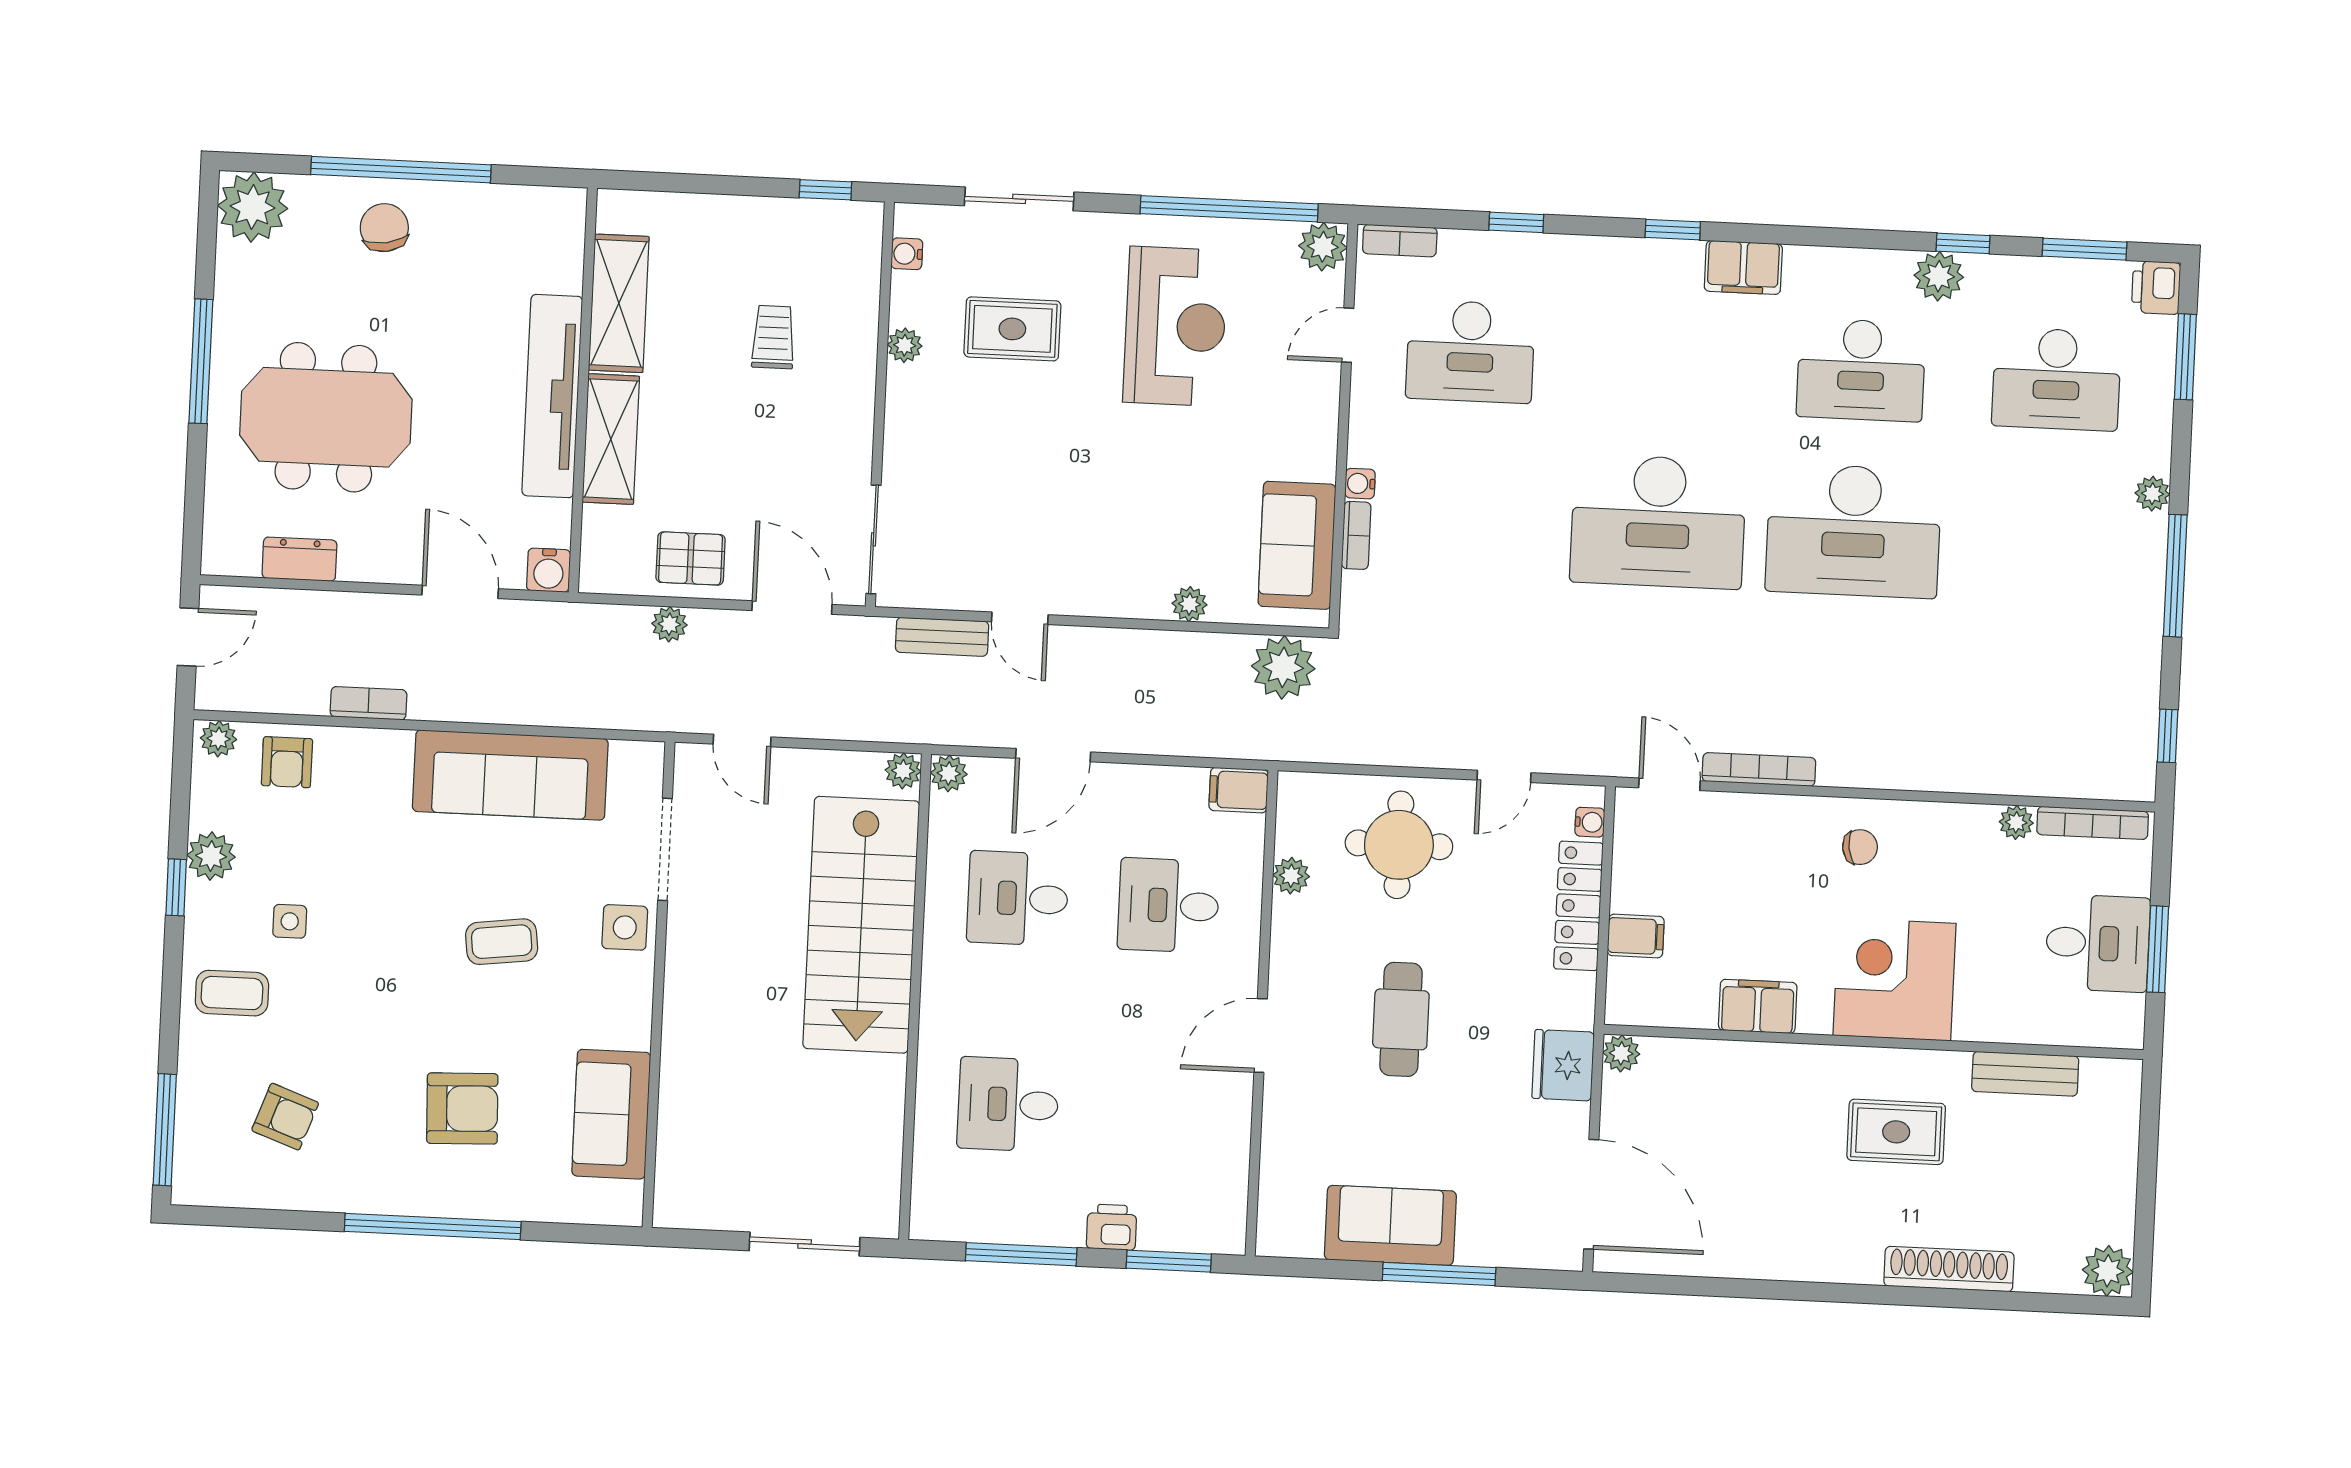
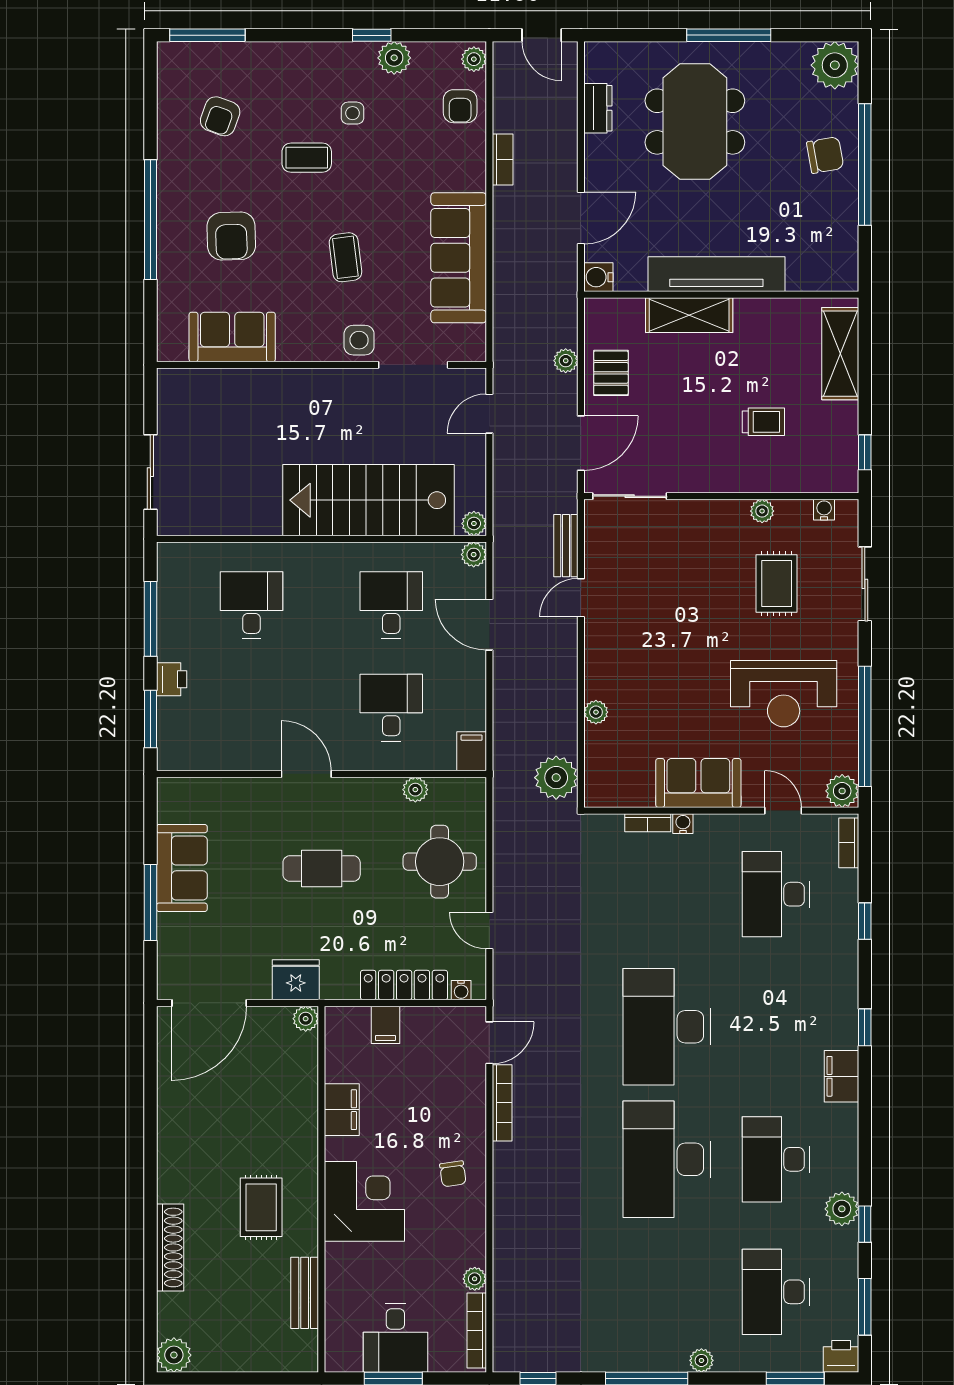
shelving: (619, 303) -> (840, 354), moved, turned 90
sofa: (1297, 545) -> (698, 783), moved
armchair: (287, 762) -> (460, 106), turned -90
coffee table: (232, 993) -> (307, 158), moved, turned 90

